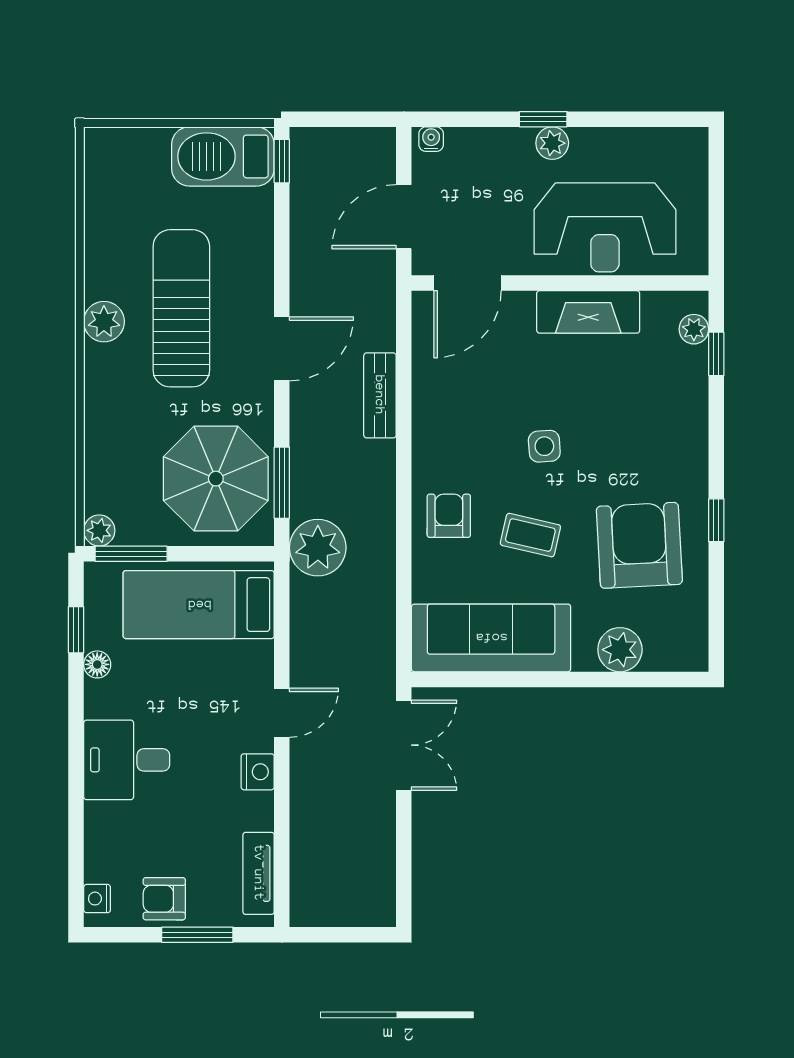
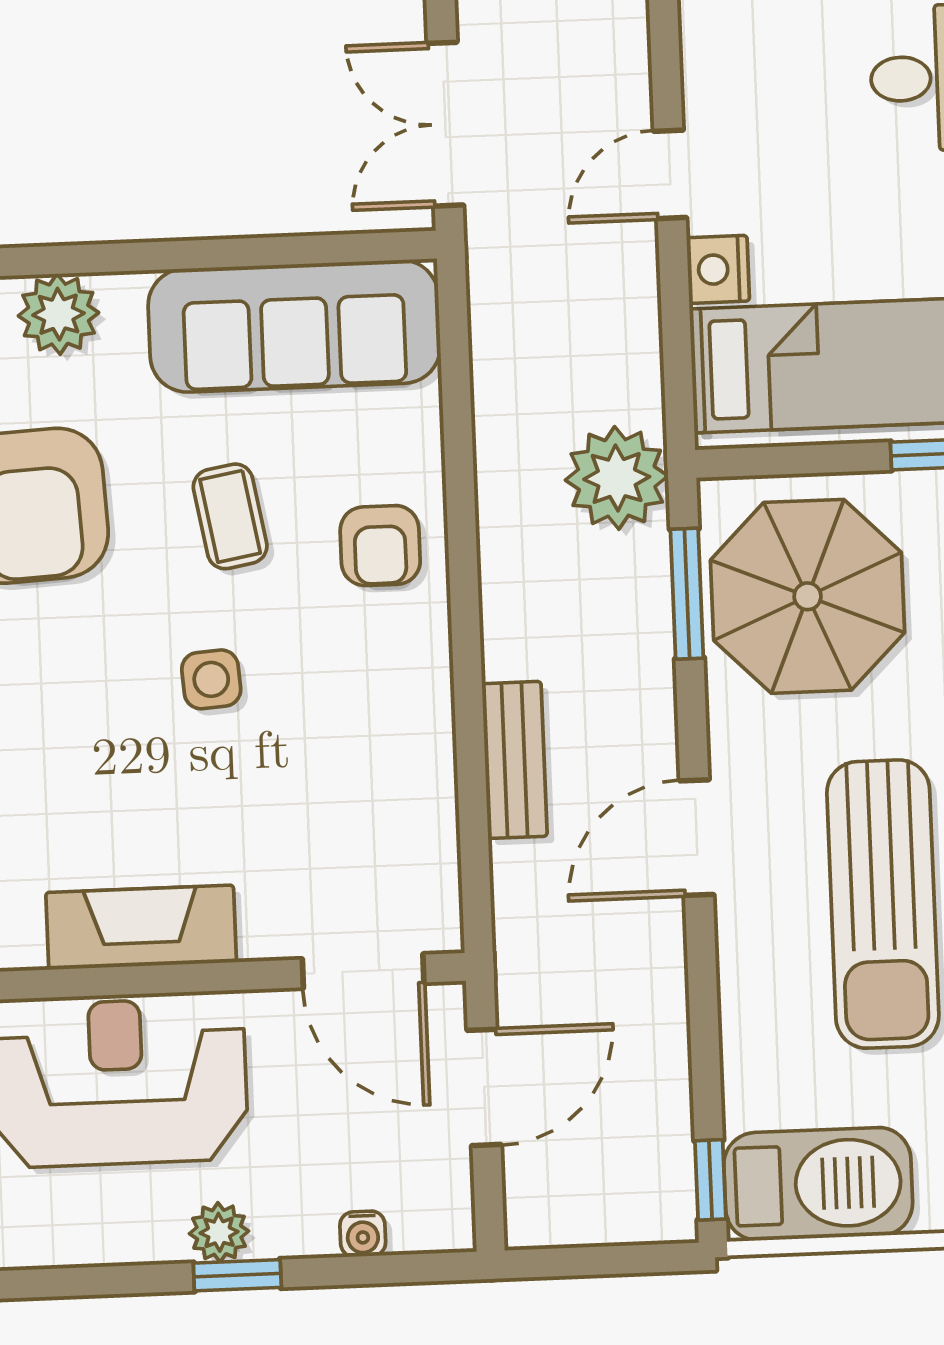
water cooler: (431, 139) -> (363, 1234), moved
door: (467, 283) -> (363, 971), swing flipped
coffee table: (530, 535) -> (230, 516), turned 67
nightstand: (258, 772) -> (718, 269), moved

